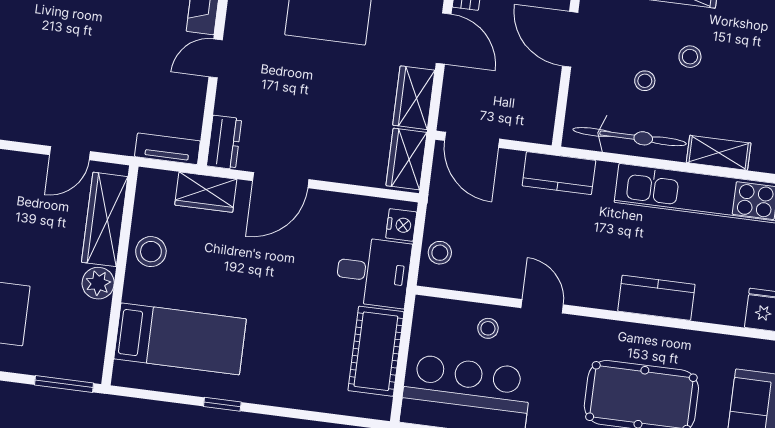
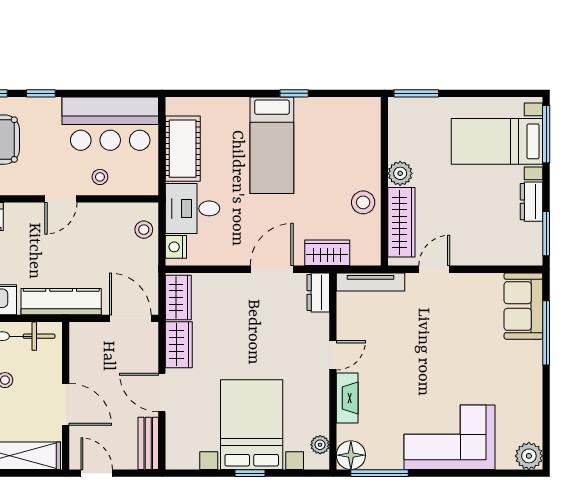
tv unit: (167, 149) -> (370, 282), width x1.41
kitchen counter: (559, 173) -> (61, 302), width x1.50
door: (542, 306) -> (61, 199), hinge flipped
bed: (180, 339) -> (272, 145), moved, turned -90

